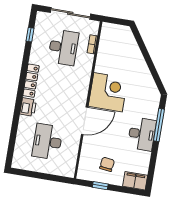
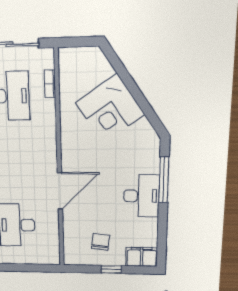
corner desk: (108, 92) -> (110, 109), moved, turned 146
window: (100, 186) -> (111, 269), moved

